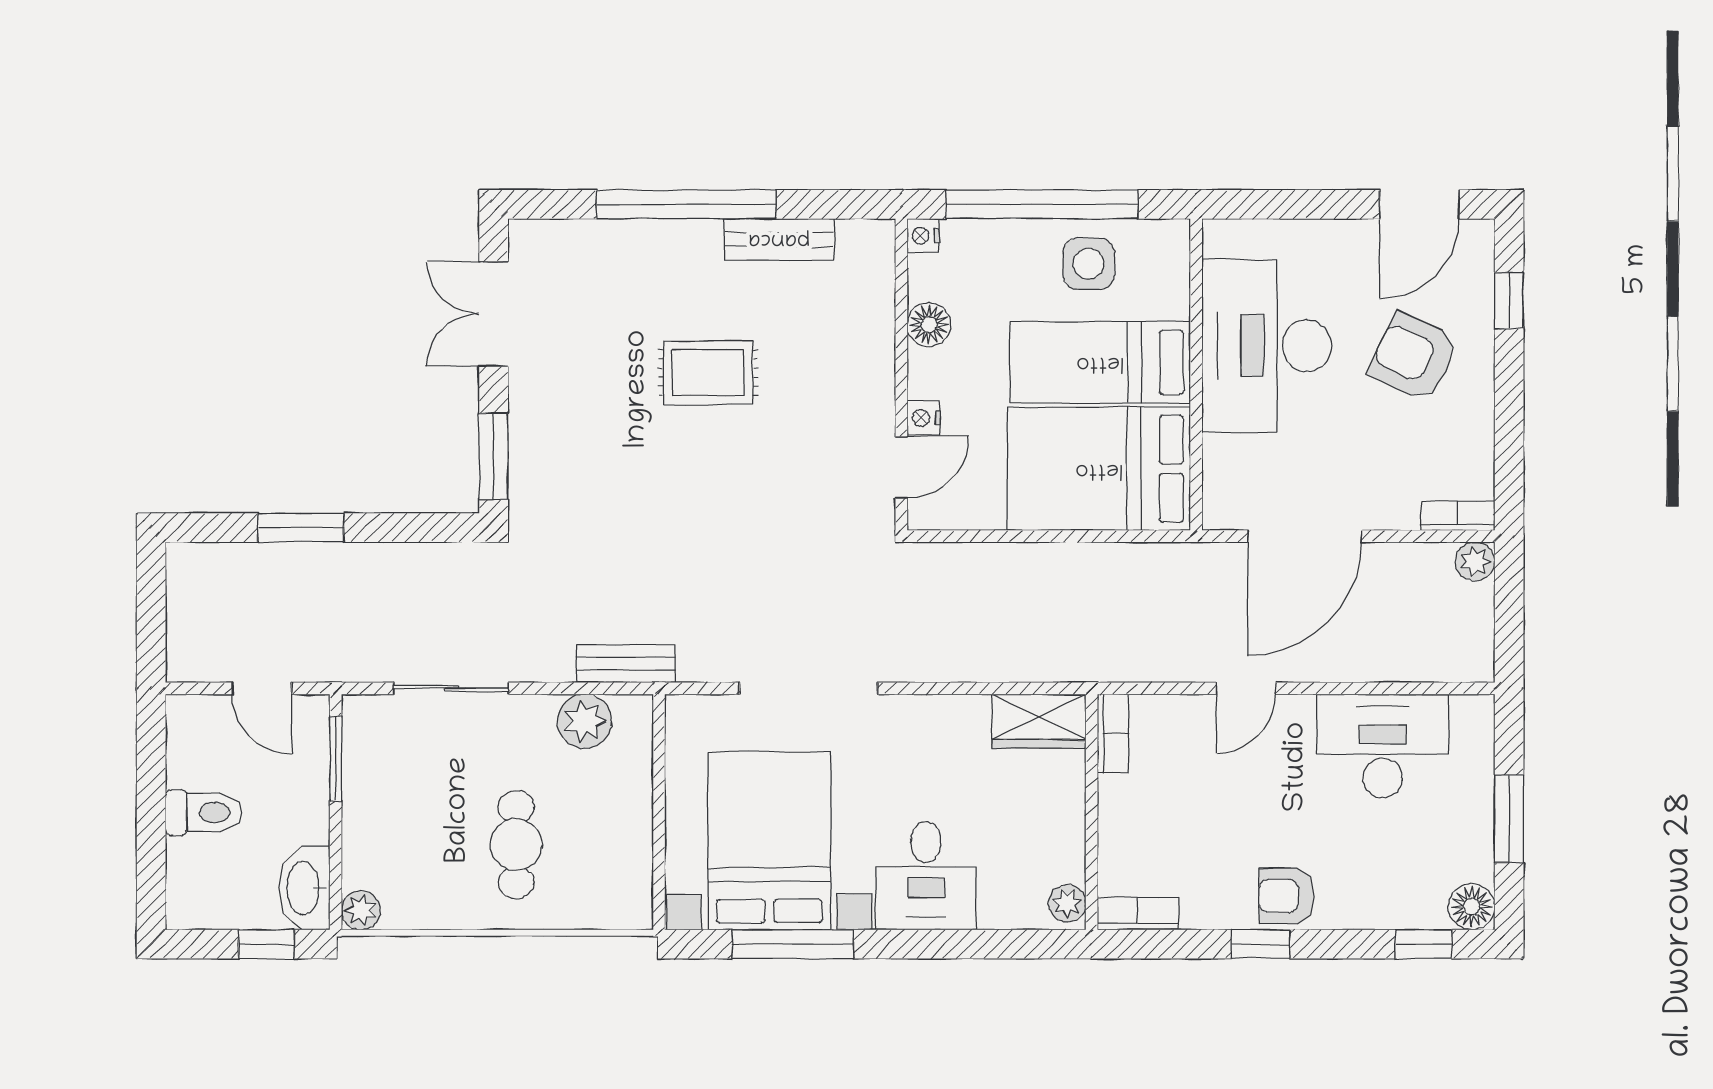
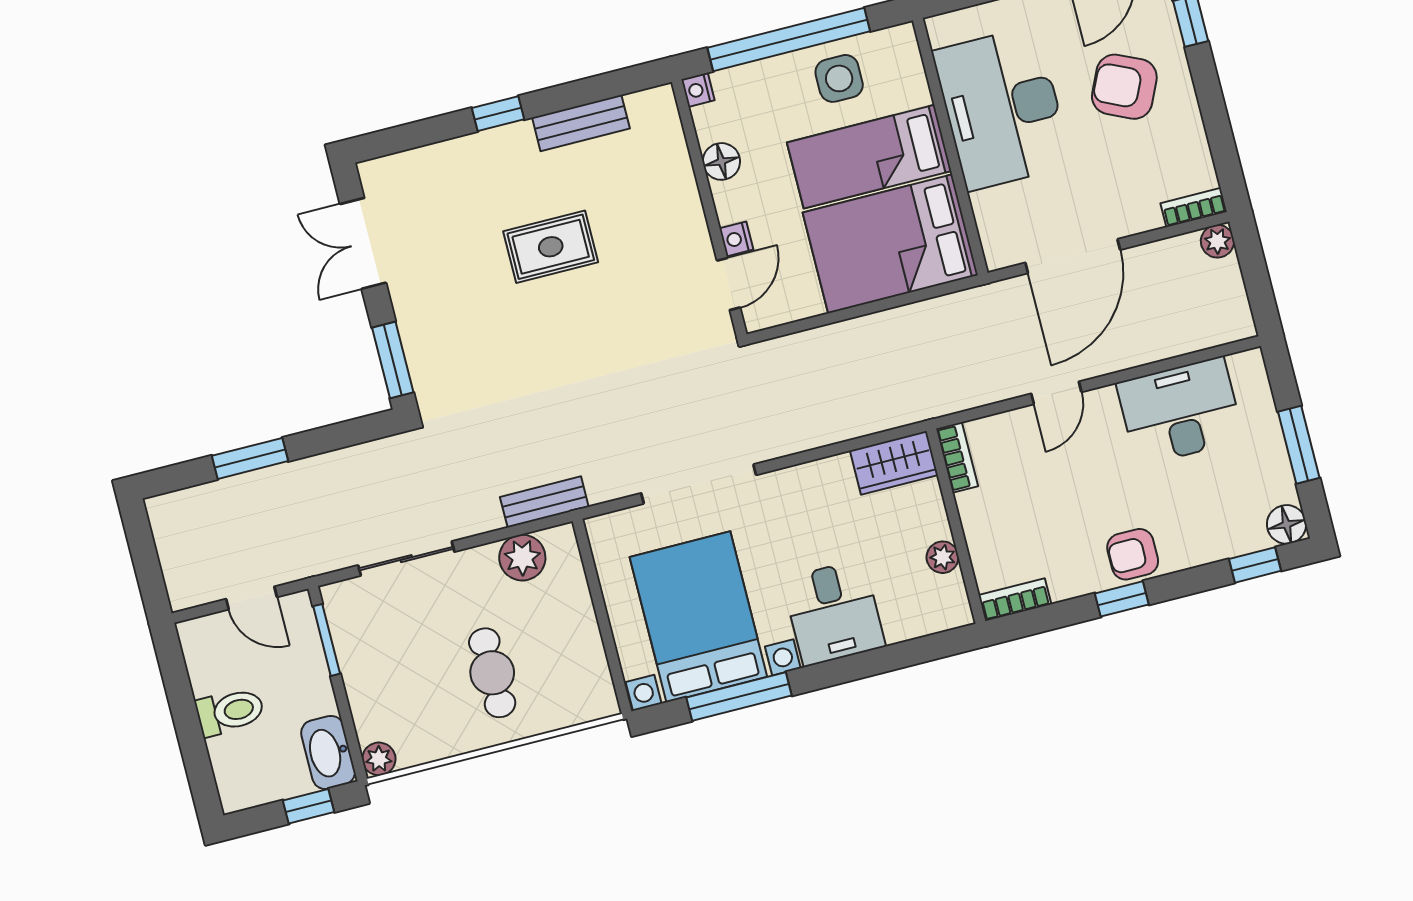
window: (687, 204) -> (498, 114), width x0.32
plant: (1067, 903) -> (943, 557), moved

